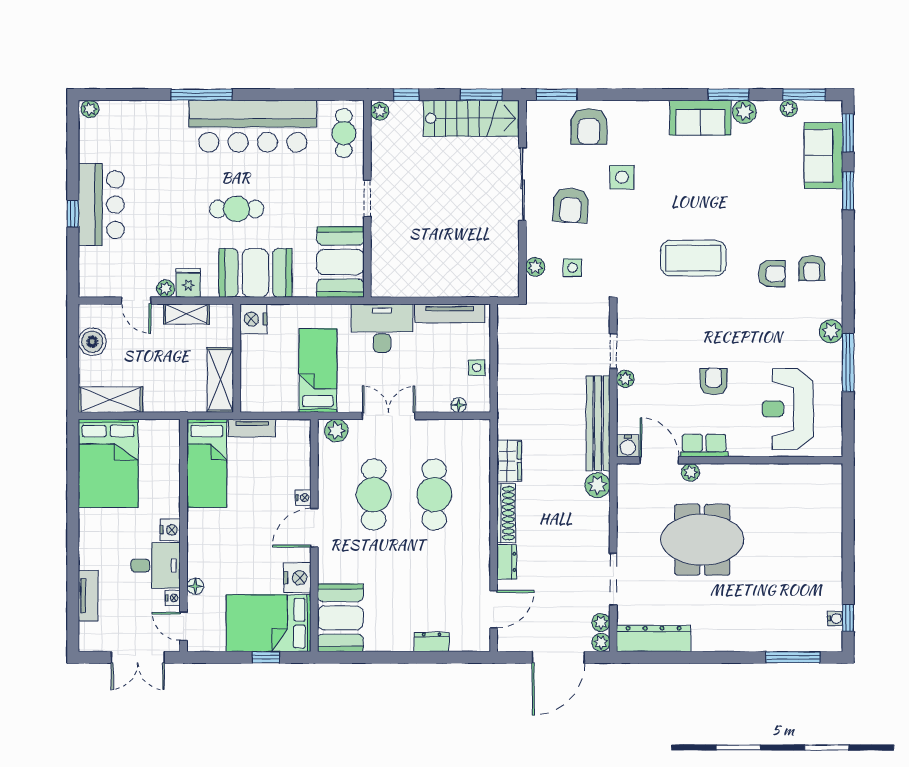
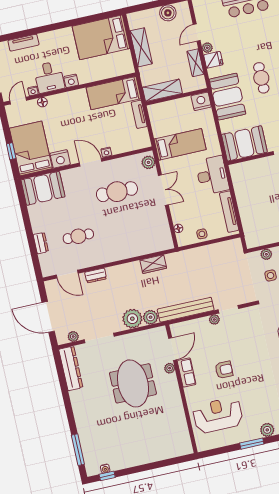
window: (848, 362) -> (252, 444), width x0.69
shelving: (110, 400) -> (141, 47), moved
water cooler: (628, 446) -> (177, 329), removed
cafe table: (434, 495) -> (78, 236), moved, width x0.73, depth x0.74
shoe rack: (506, 513) -> (123, 269), removed
plant: (601, 642) -> (132, 319), moved, width x1.87, depth x1.87

